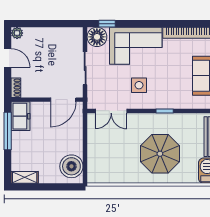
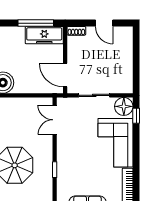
plant: (17, 33) -> (127, 32), removed
door: (8, 58) -> (104, 23), hinge flipped
side table: (139, 85) -> (79, 146), removed
freezer: (21, 116) -> (44, 35), width x1.40

